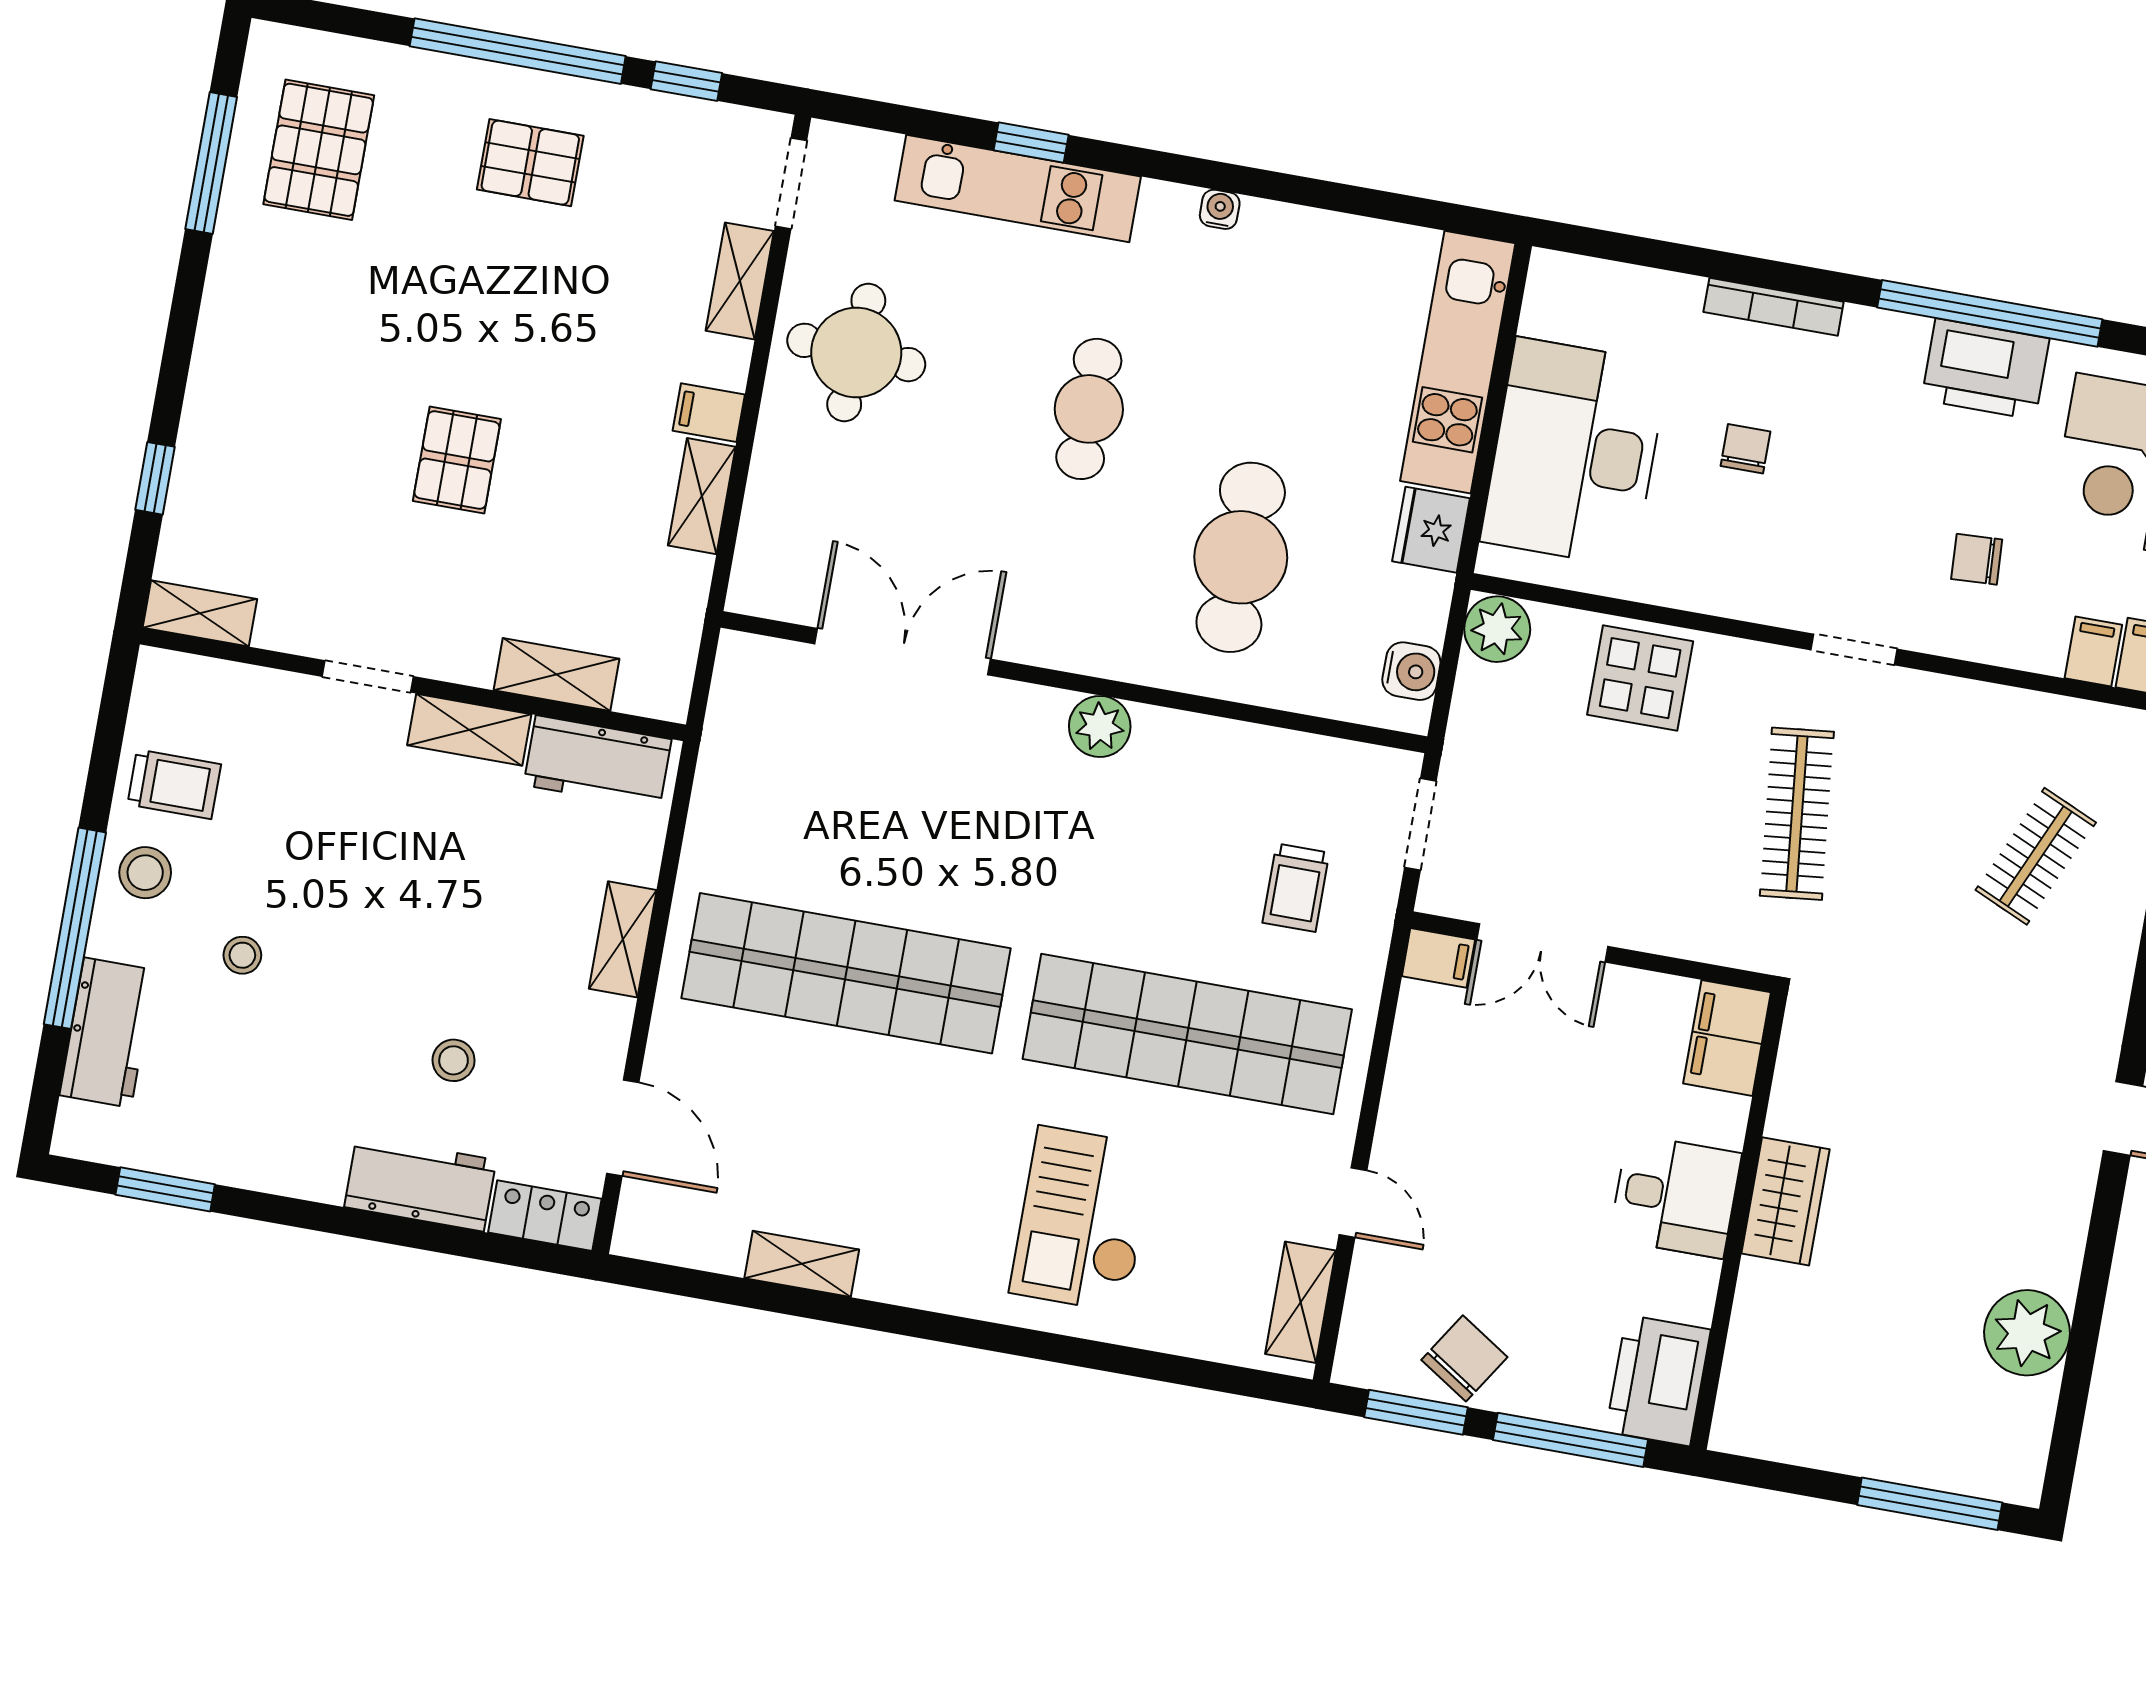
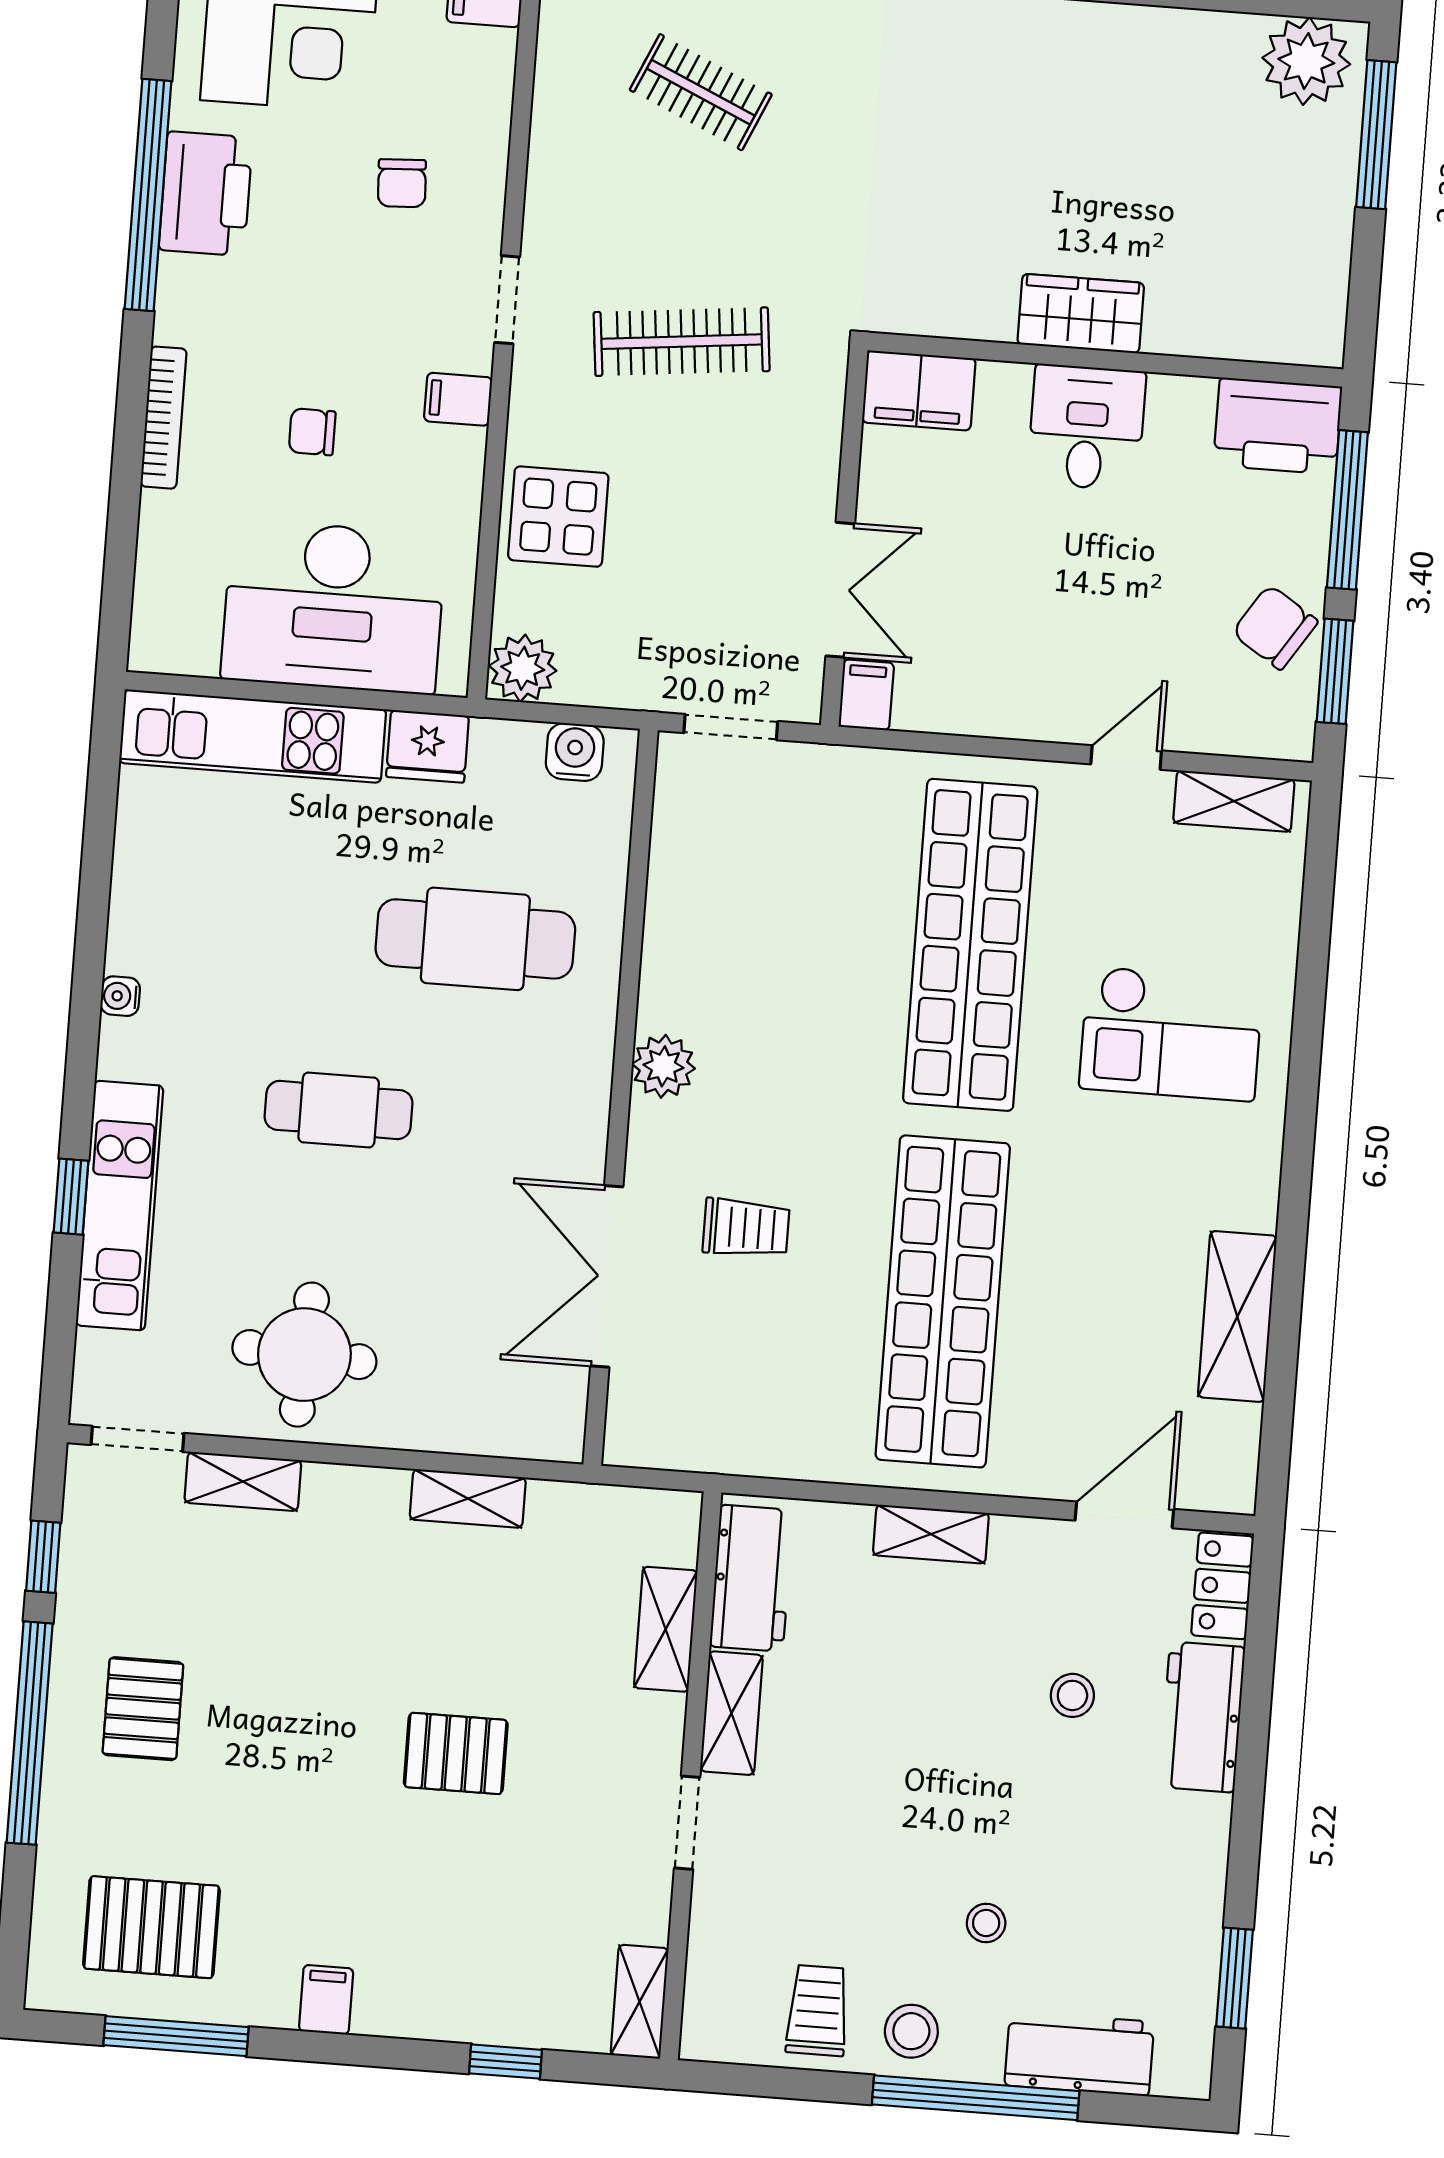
filing cabinet: (709, 413) -> (326, 2000), moved, turned 180
filing cabinet: (2093, 652) -> (458, 399), moved
trolley: (1296, 888) -> (746, 1228), moved
shelving: (802, 1264) -> (1237, 1316), width x1.50, depth x1.33
plant: (2027, 1333) -> (1306, 61), moved

